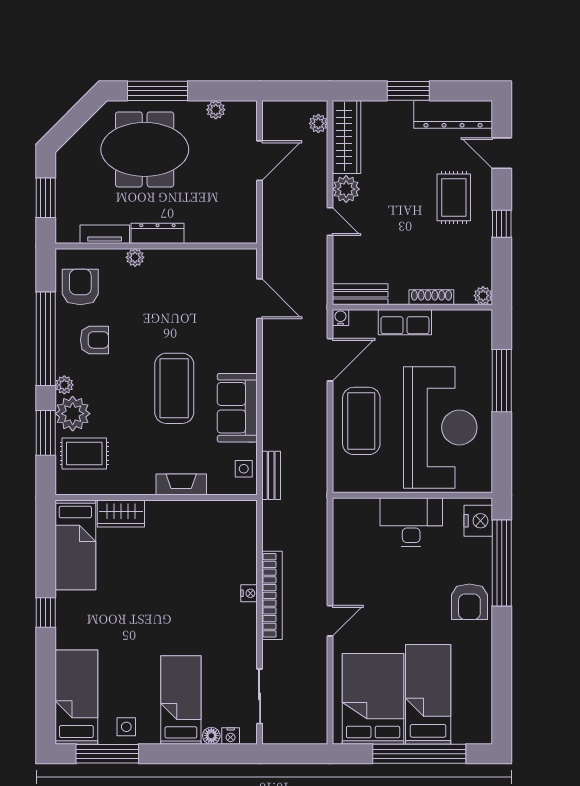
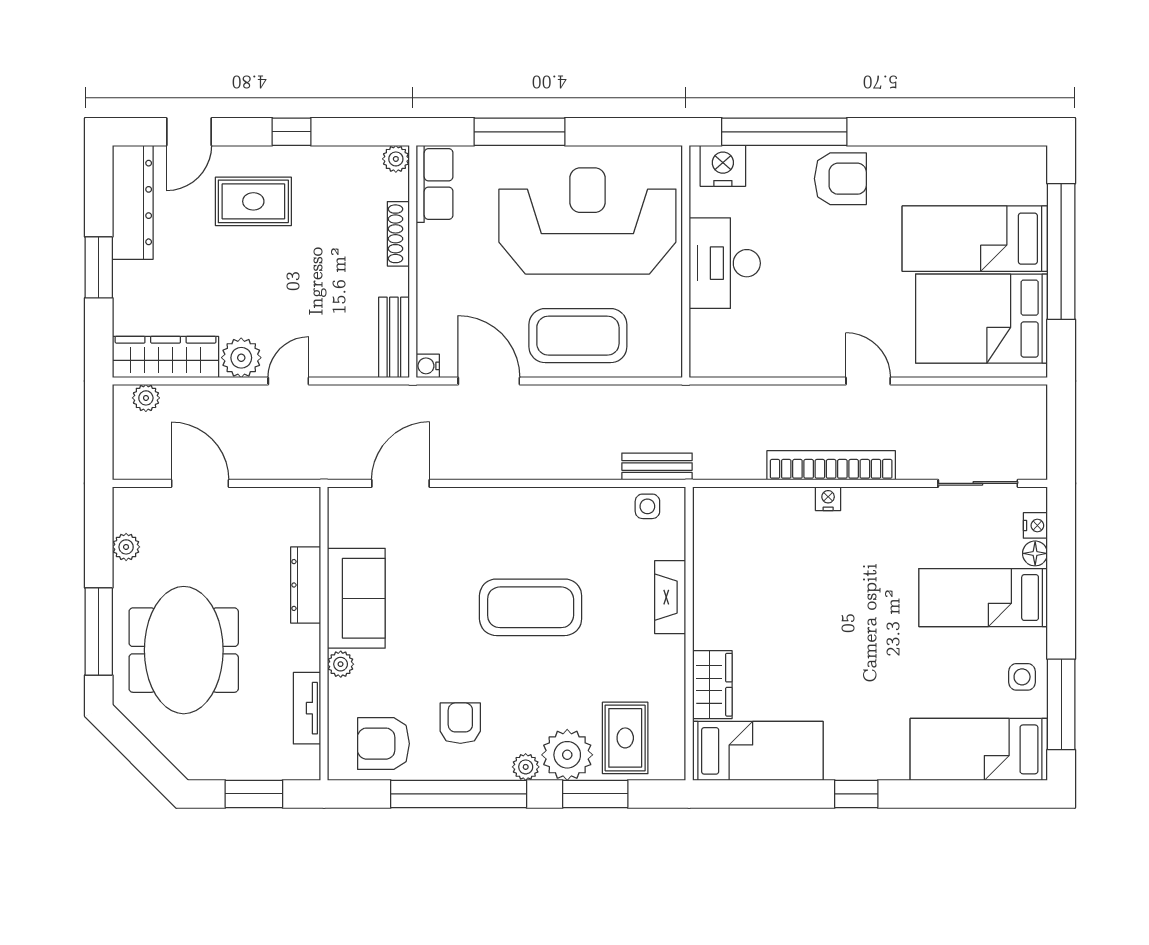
dresser: (157, 233) -> (306, 585), moved
row of seats: (405, 322) -> (435, 184), moved
sofa: (237, 408) -> (356, 598), moved, turned -90

